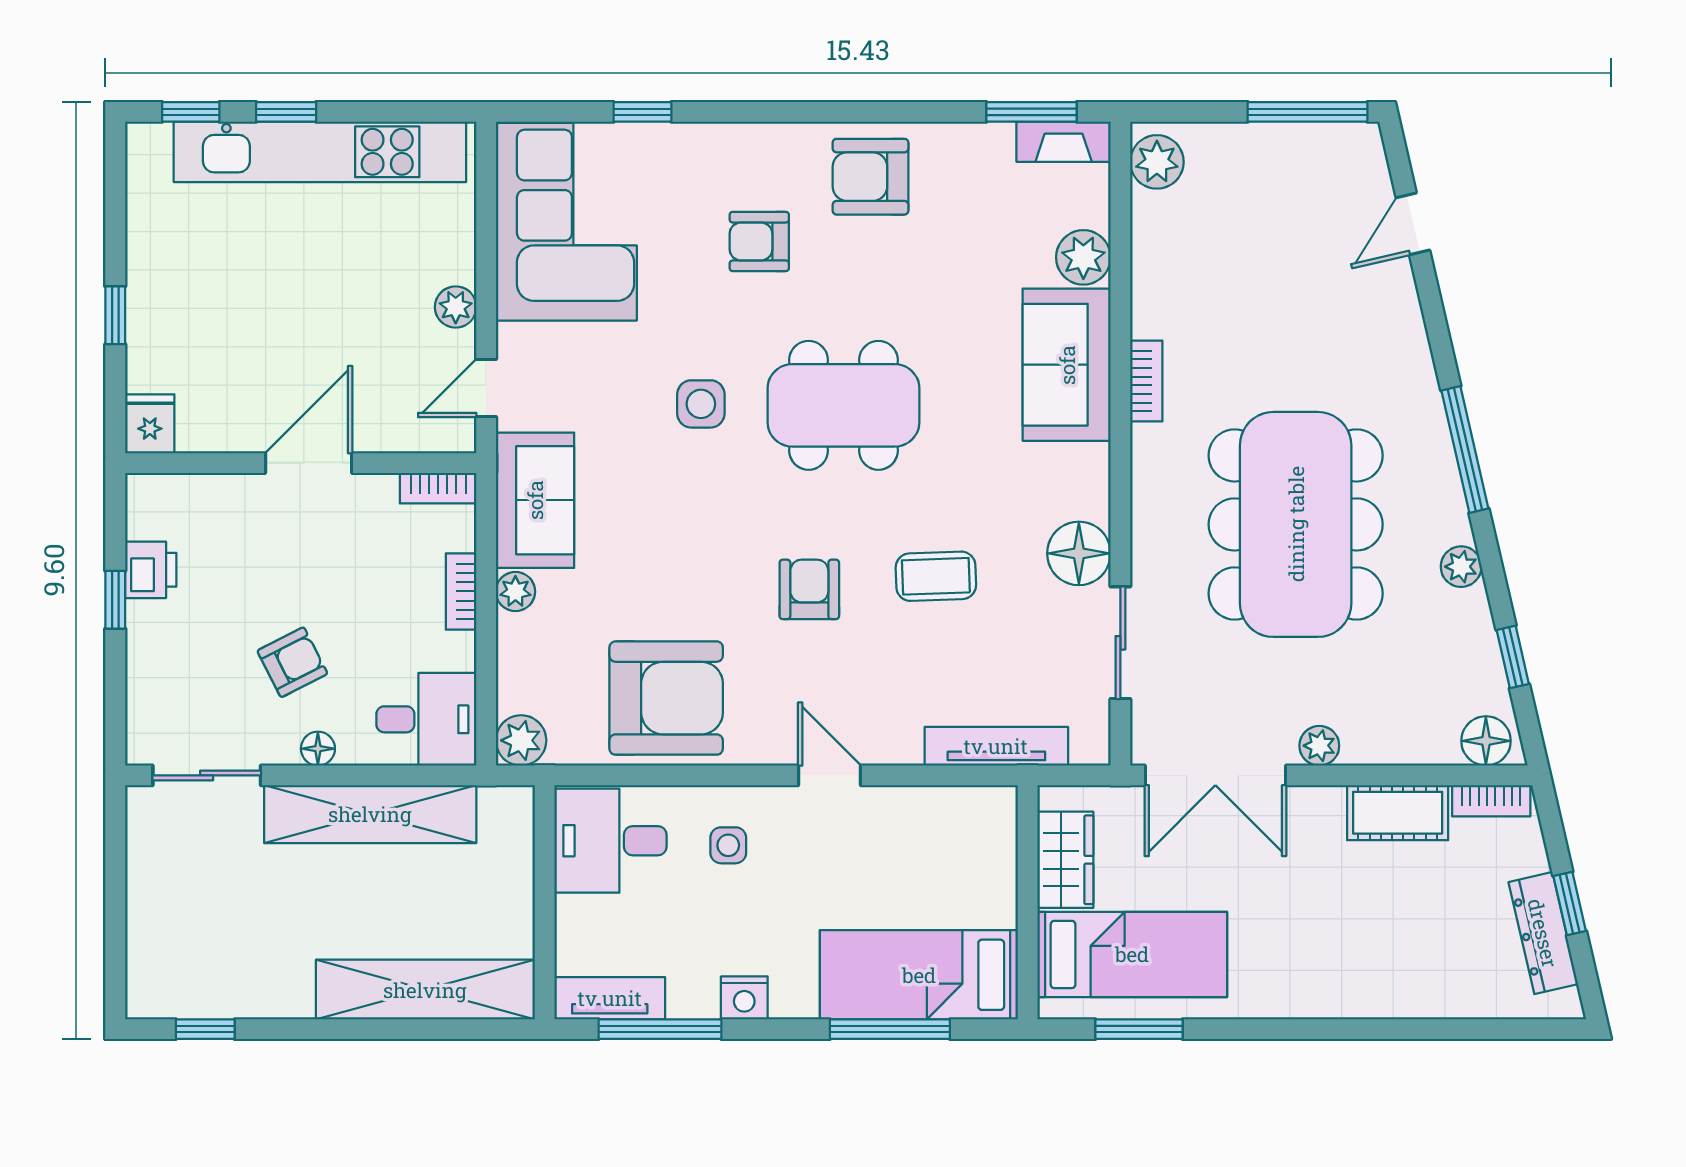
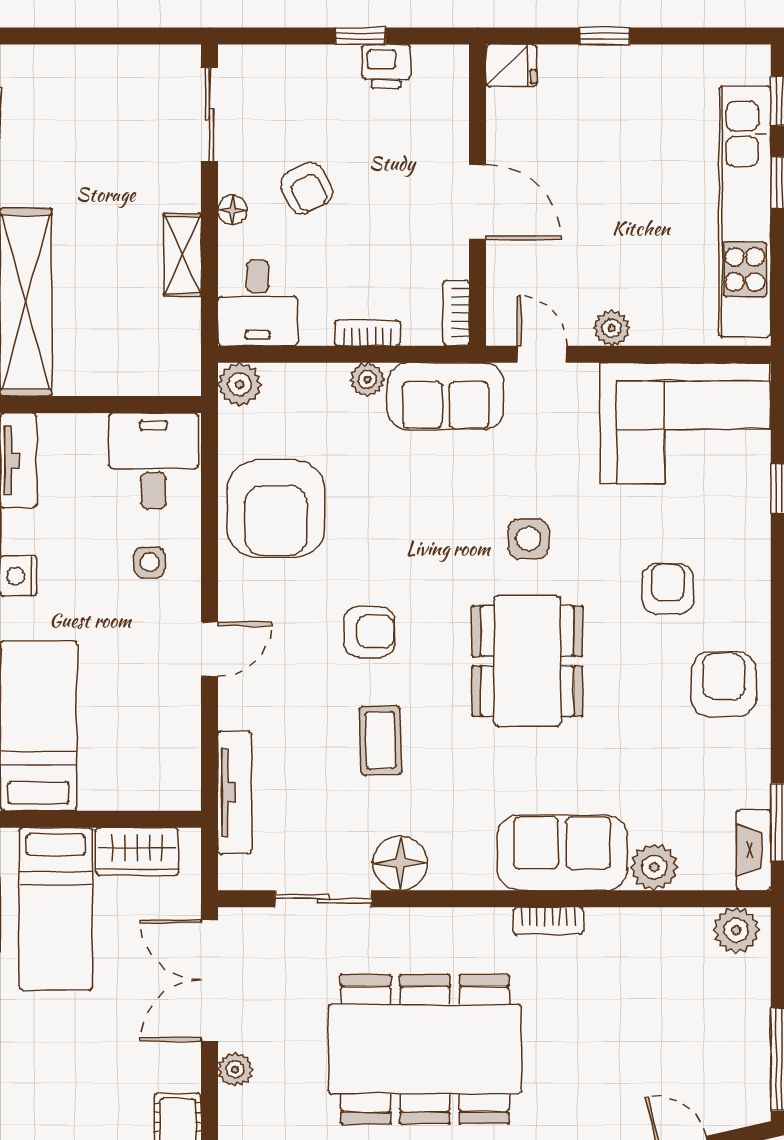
shelving: (370, 814) -> (183, 255), width x0.45, depth x0.75

